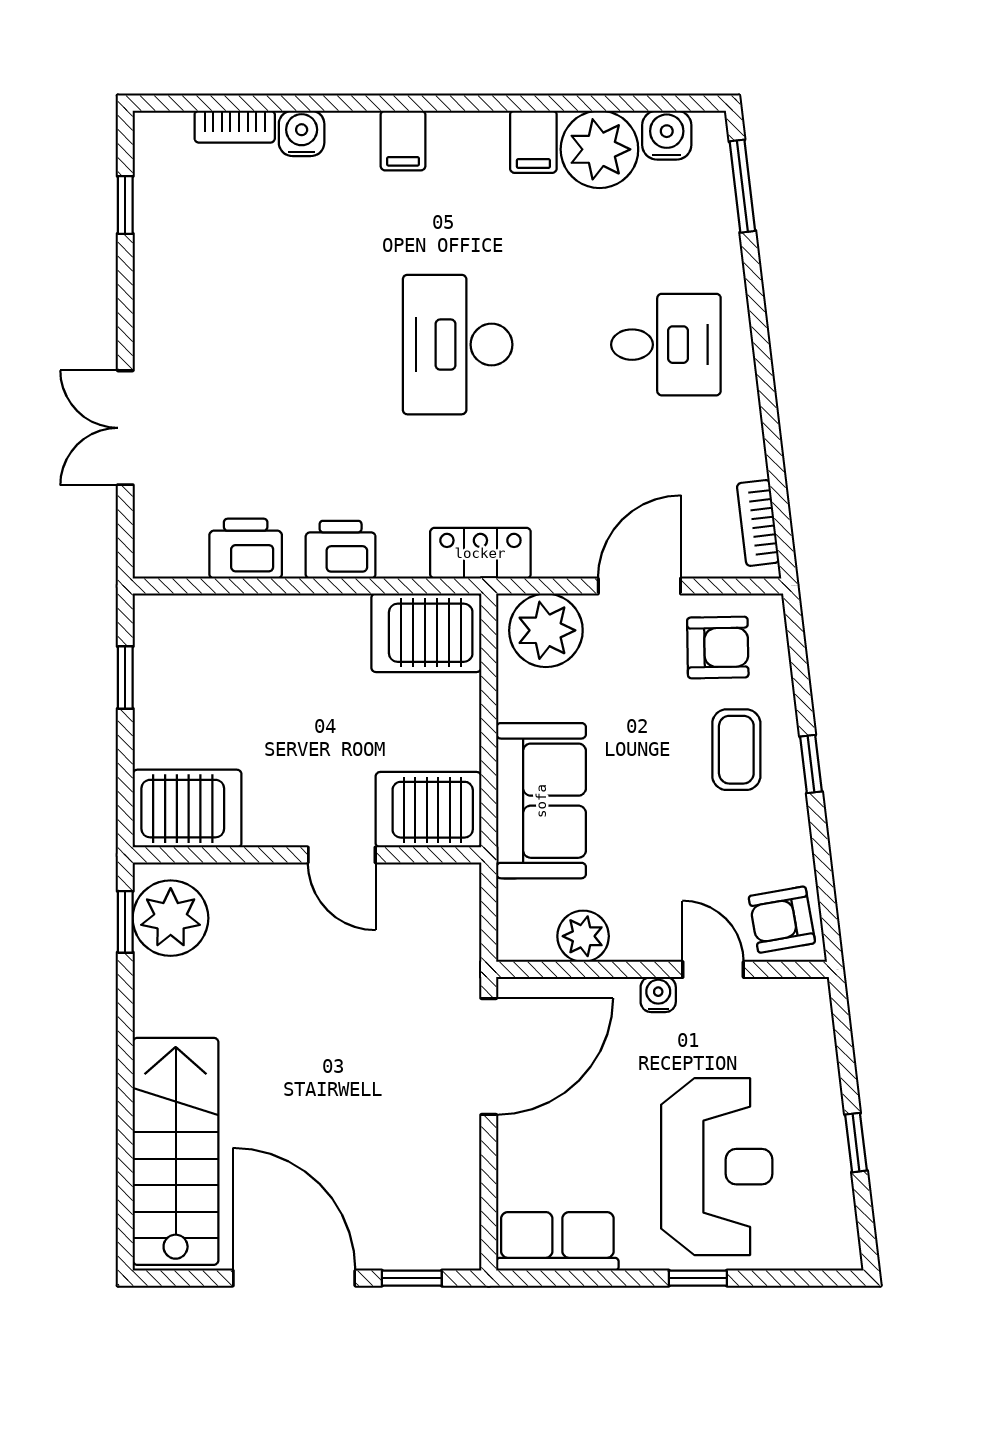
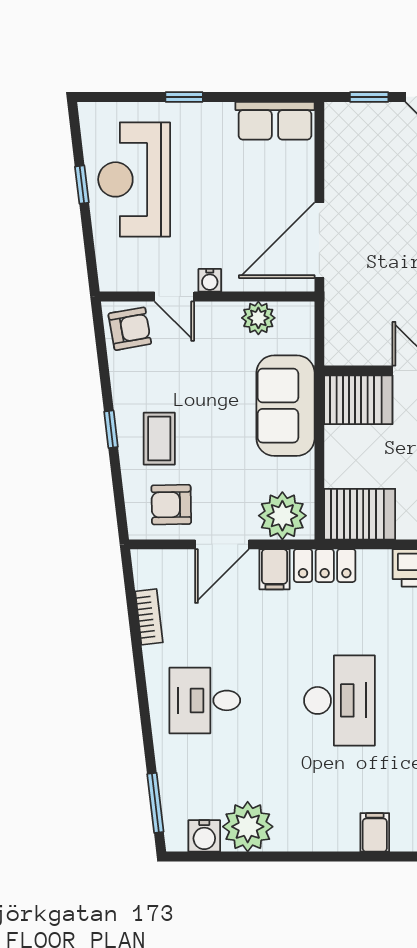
filing cabinet: (533, 142) -> (275, 569), moved, turned 180
bookcase: (758, 523) -> (149, 617), moved
reception desk: (717, 1167) -> (134, 179), moved

